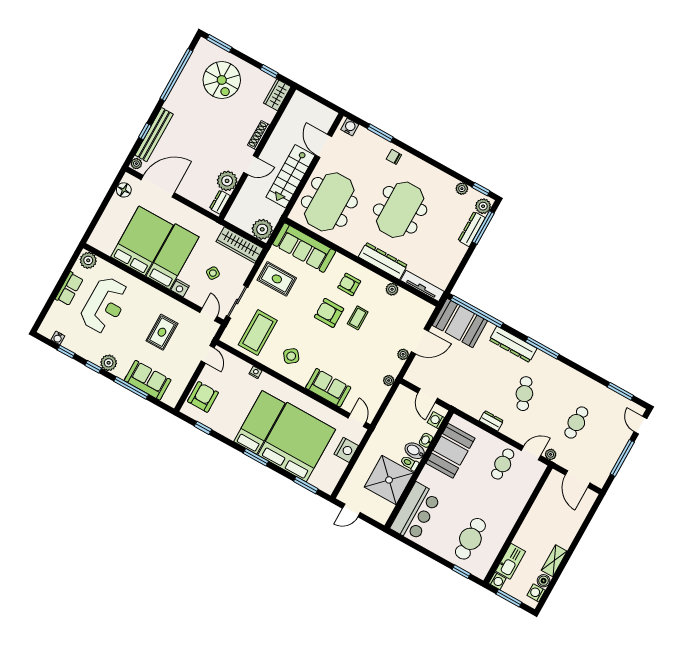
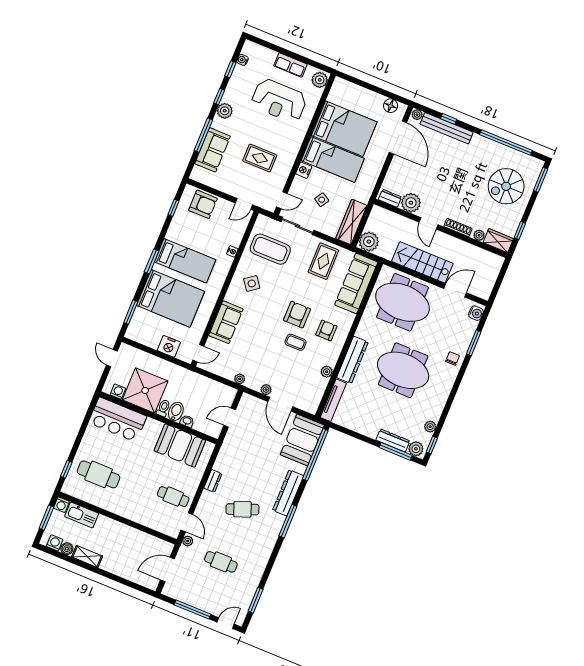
plant: (269, 114) -> (479, 235), added
washing machine: (436, 420) -> (118, 392), moved
bed: (297, 442) -> (171, 298), width x0.73

